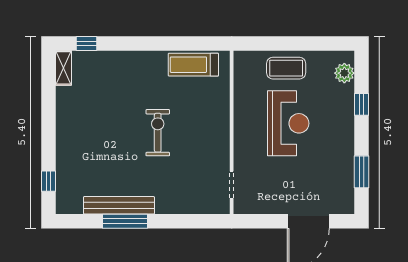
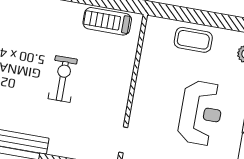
reception desk: (288, 123) -> (201, 113), moved

